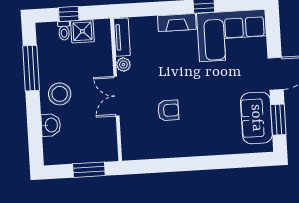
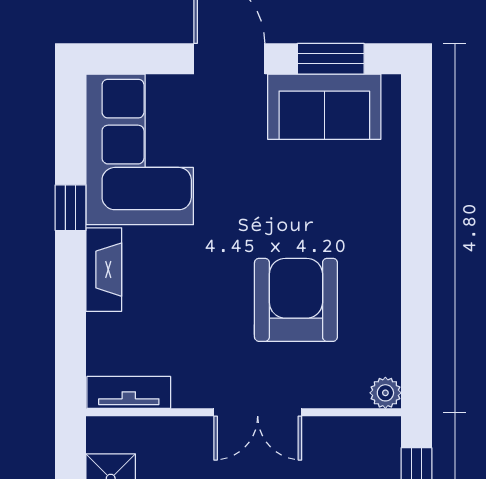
plant: (123, 65) -> (385, 393), moved
armchair: (168, 110) -> (296, 300), width x1.88, depth x1.88

